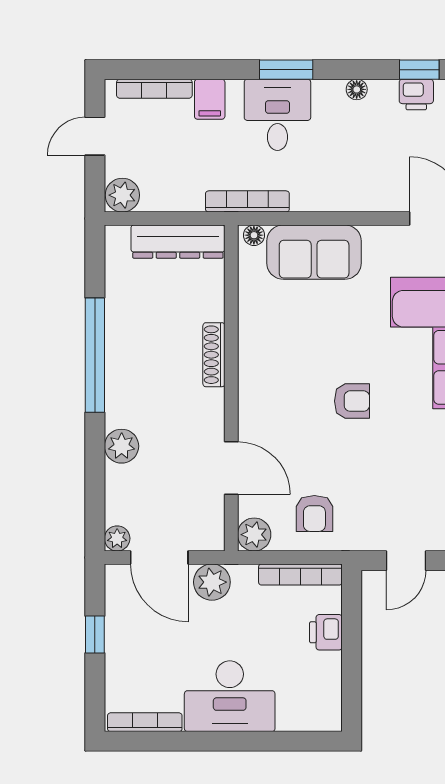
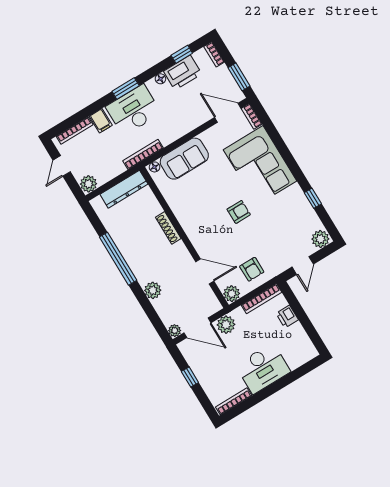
printer: (416, 95) -> (183, 73), width x1.87, depth x1.48
desk: (277, 115) -> (133, 110), width x1.37

